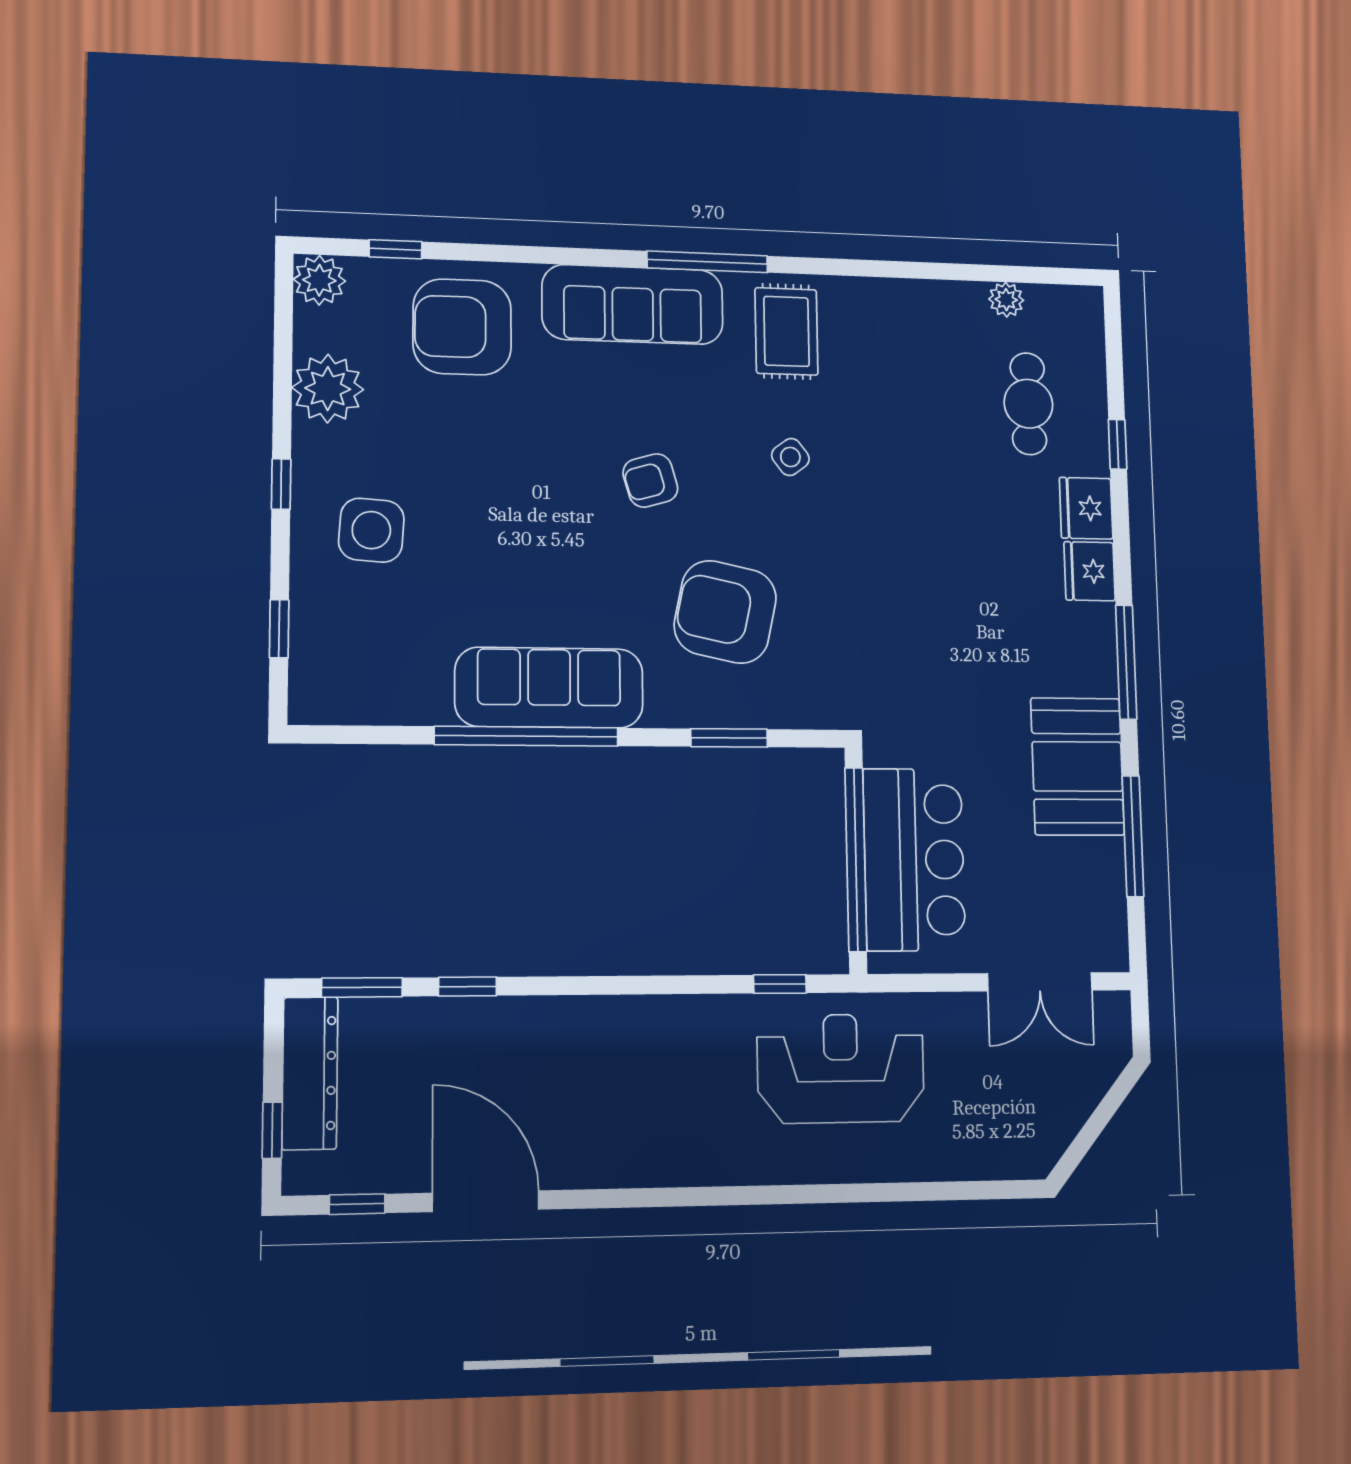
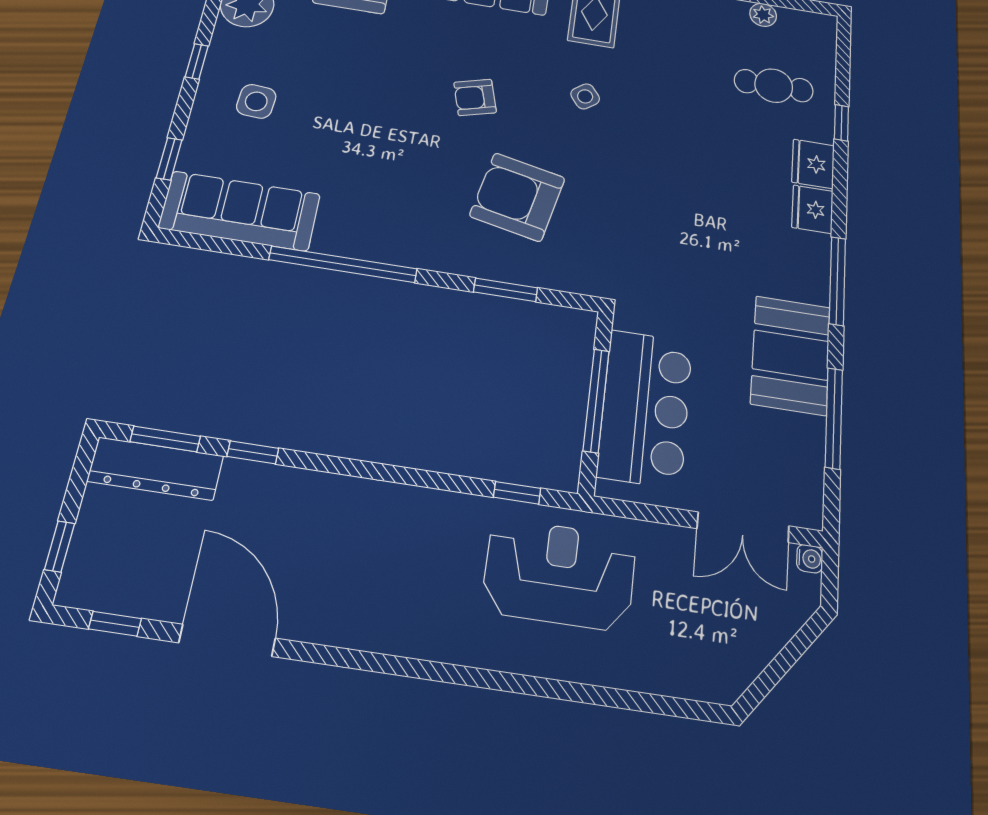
cafe table: (1028, 404) -> (774, 86), turned 90
side table: (371, 530) -> (256, 101), width x0.73, depth x0.73
sofa: (549, 688) -> (240, 211), moved
window: (856, 859) -> (596, 400), width x0.68
water cooler: (1117, 1005) -> (810, 559), added
dresser: (310, 1073) -> (156, 469), moved, turned 90

